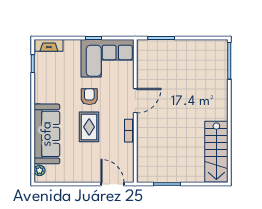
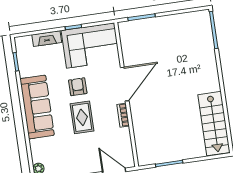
fireplace: (49, 45) -> (47, 39), moved
door: (135, 101) -> (125, 84), width x1.36
sofa: (47, 134) -> (37, 107), moved

